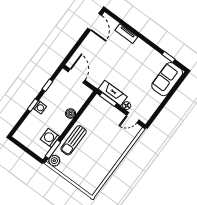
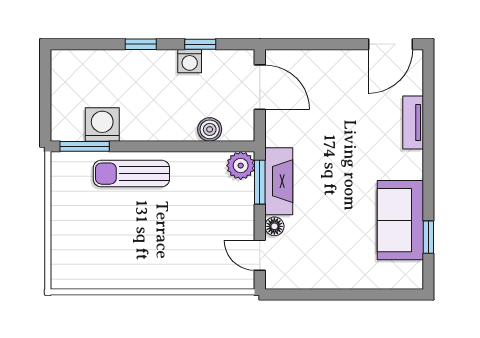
door: (77, 76) -> (260, 87), hinge flipped
sofa: (167, 79) -> (400, 220), moved, turned -90
washing machine: (40, 107) -> (190, 61), moved
boiler: (71, 114) -> (210, 129), moved
plant: (54, 161) -> (241, 166), moved

